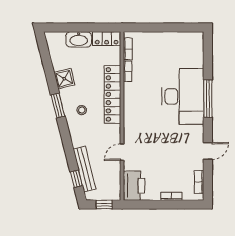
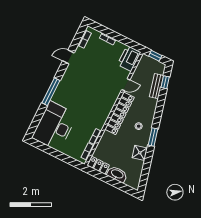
locker: (112, 94) -> (120, 113), moved
desk: (183, 96) -> (55, 126), moved
bench: (84, 169) -> (156, 86), width x0.73

